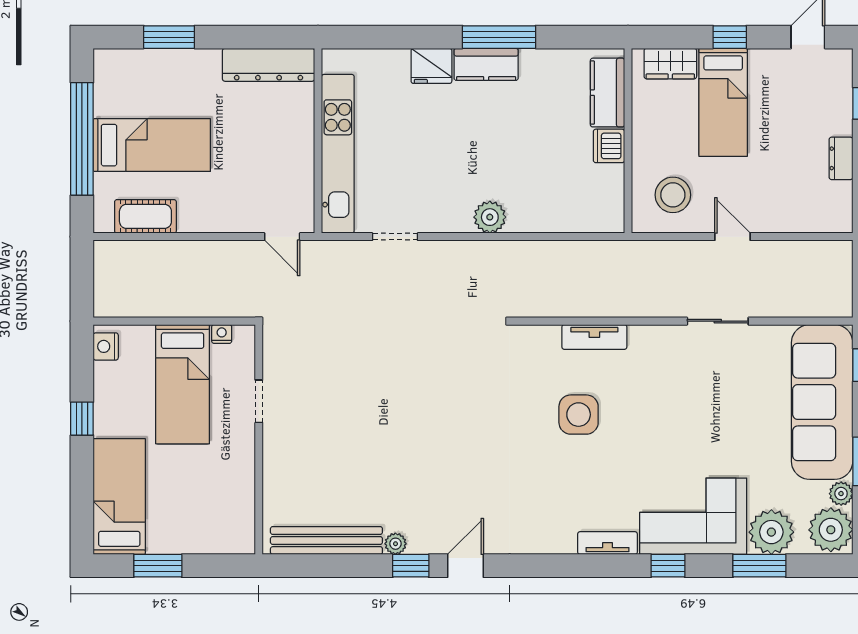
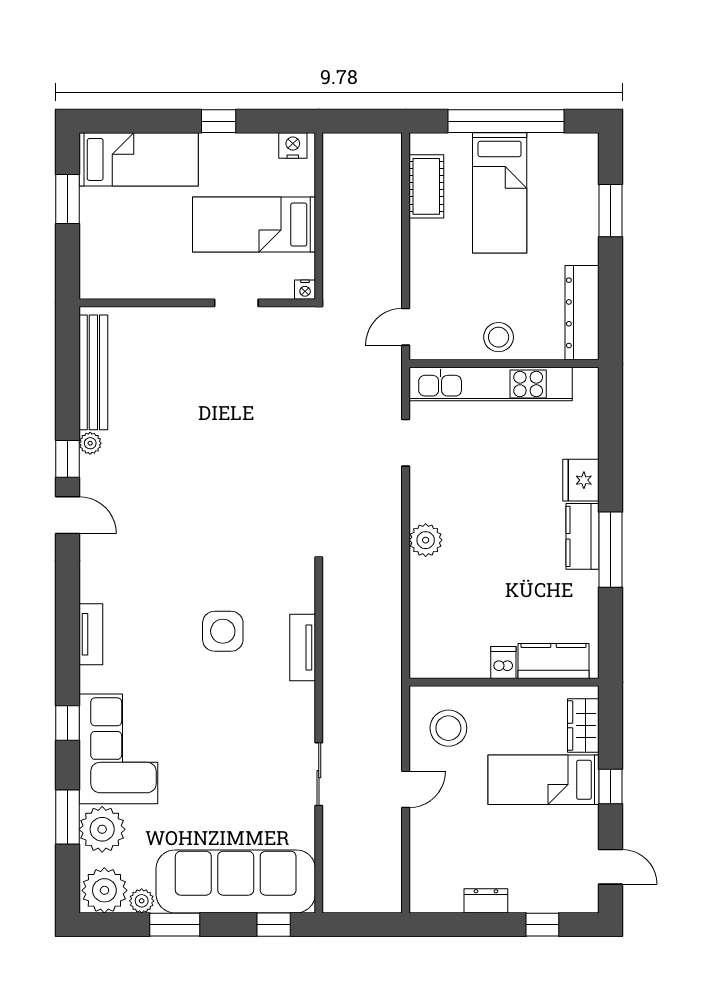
stool: (292, 146) -> (499, 337), added
dishwasher: (609, 146) -> (503, 662), width x0.73
nightstand: (222, 334) -> (305, 290), moved, turned 90
tv unit: (608, 543) -> (91, 634), moved

